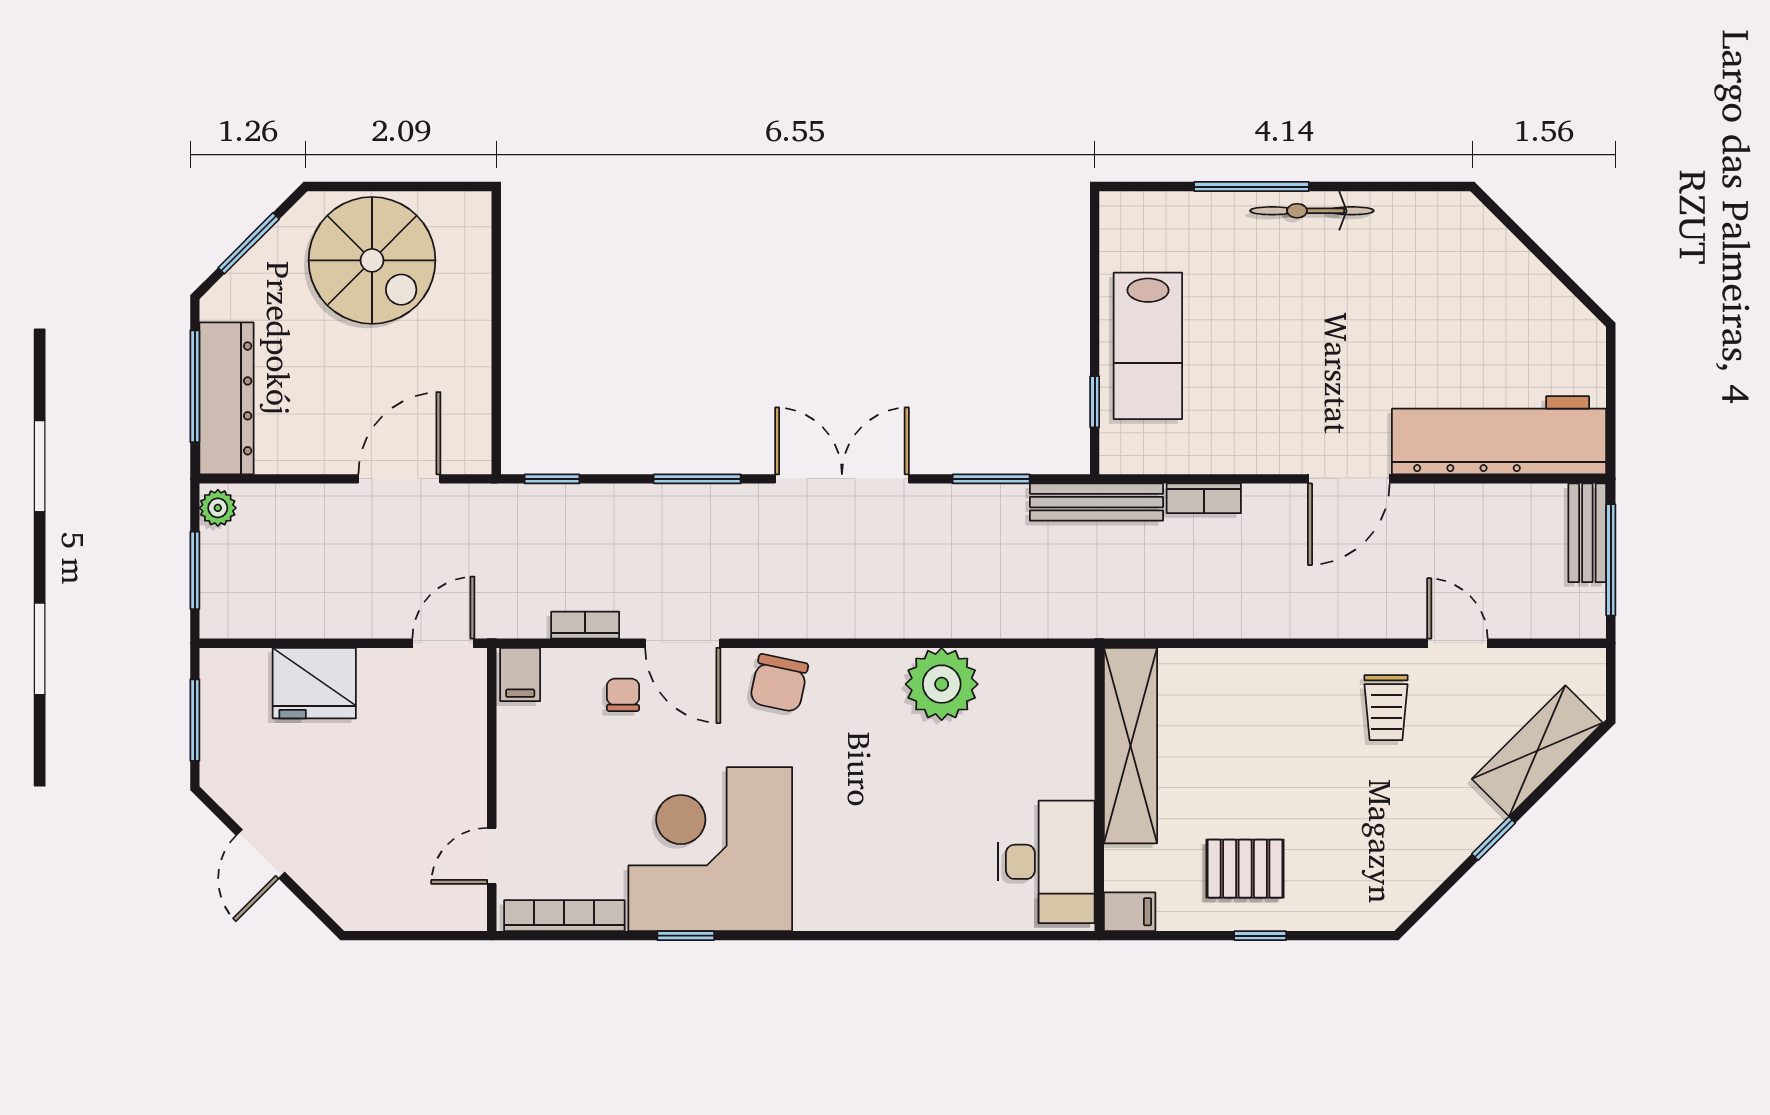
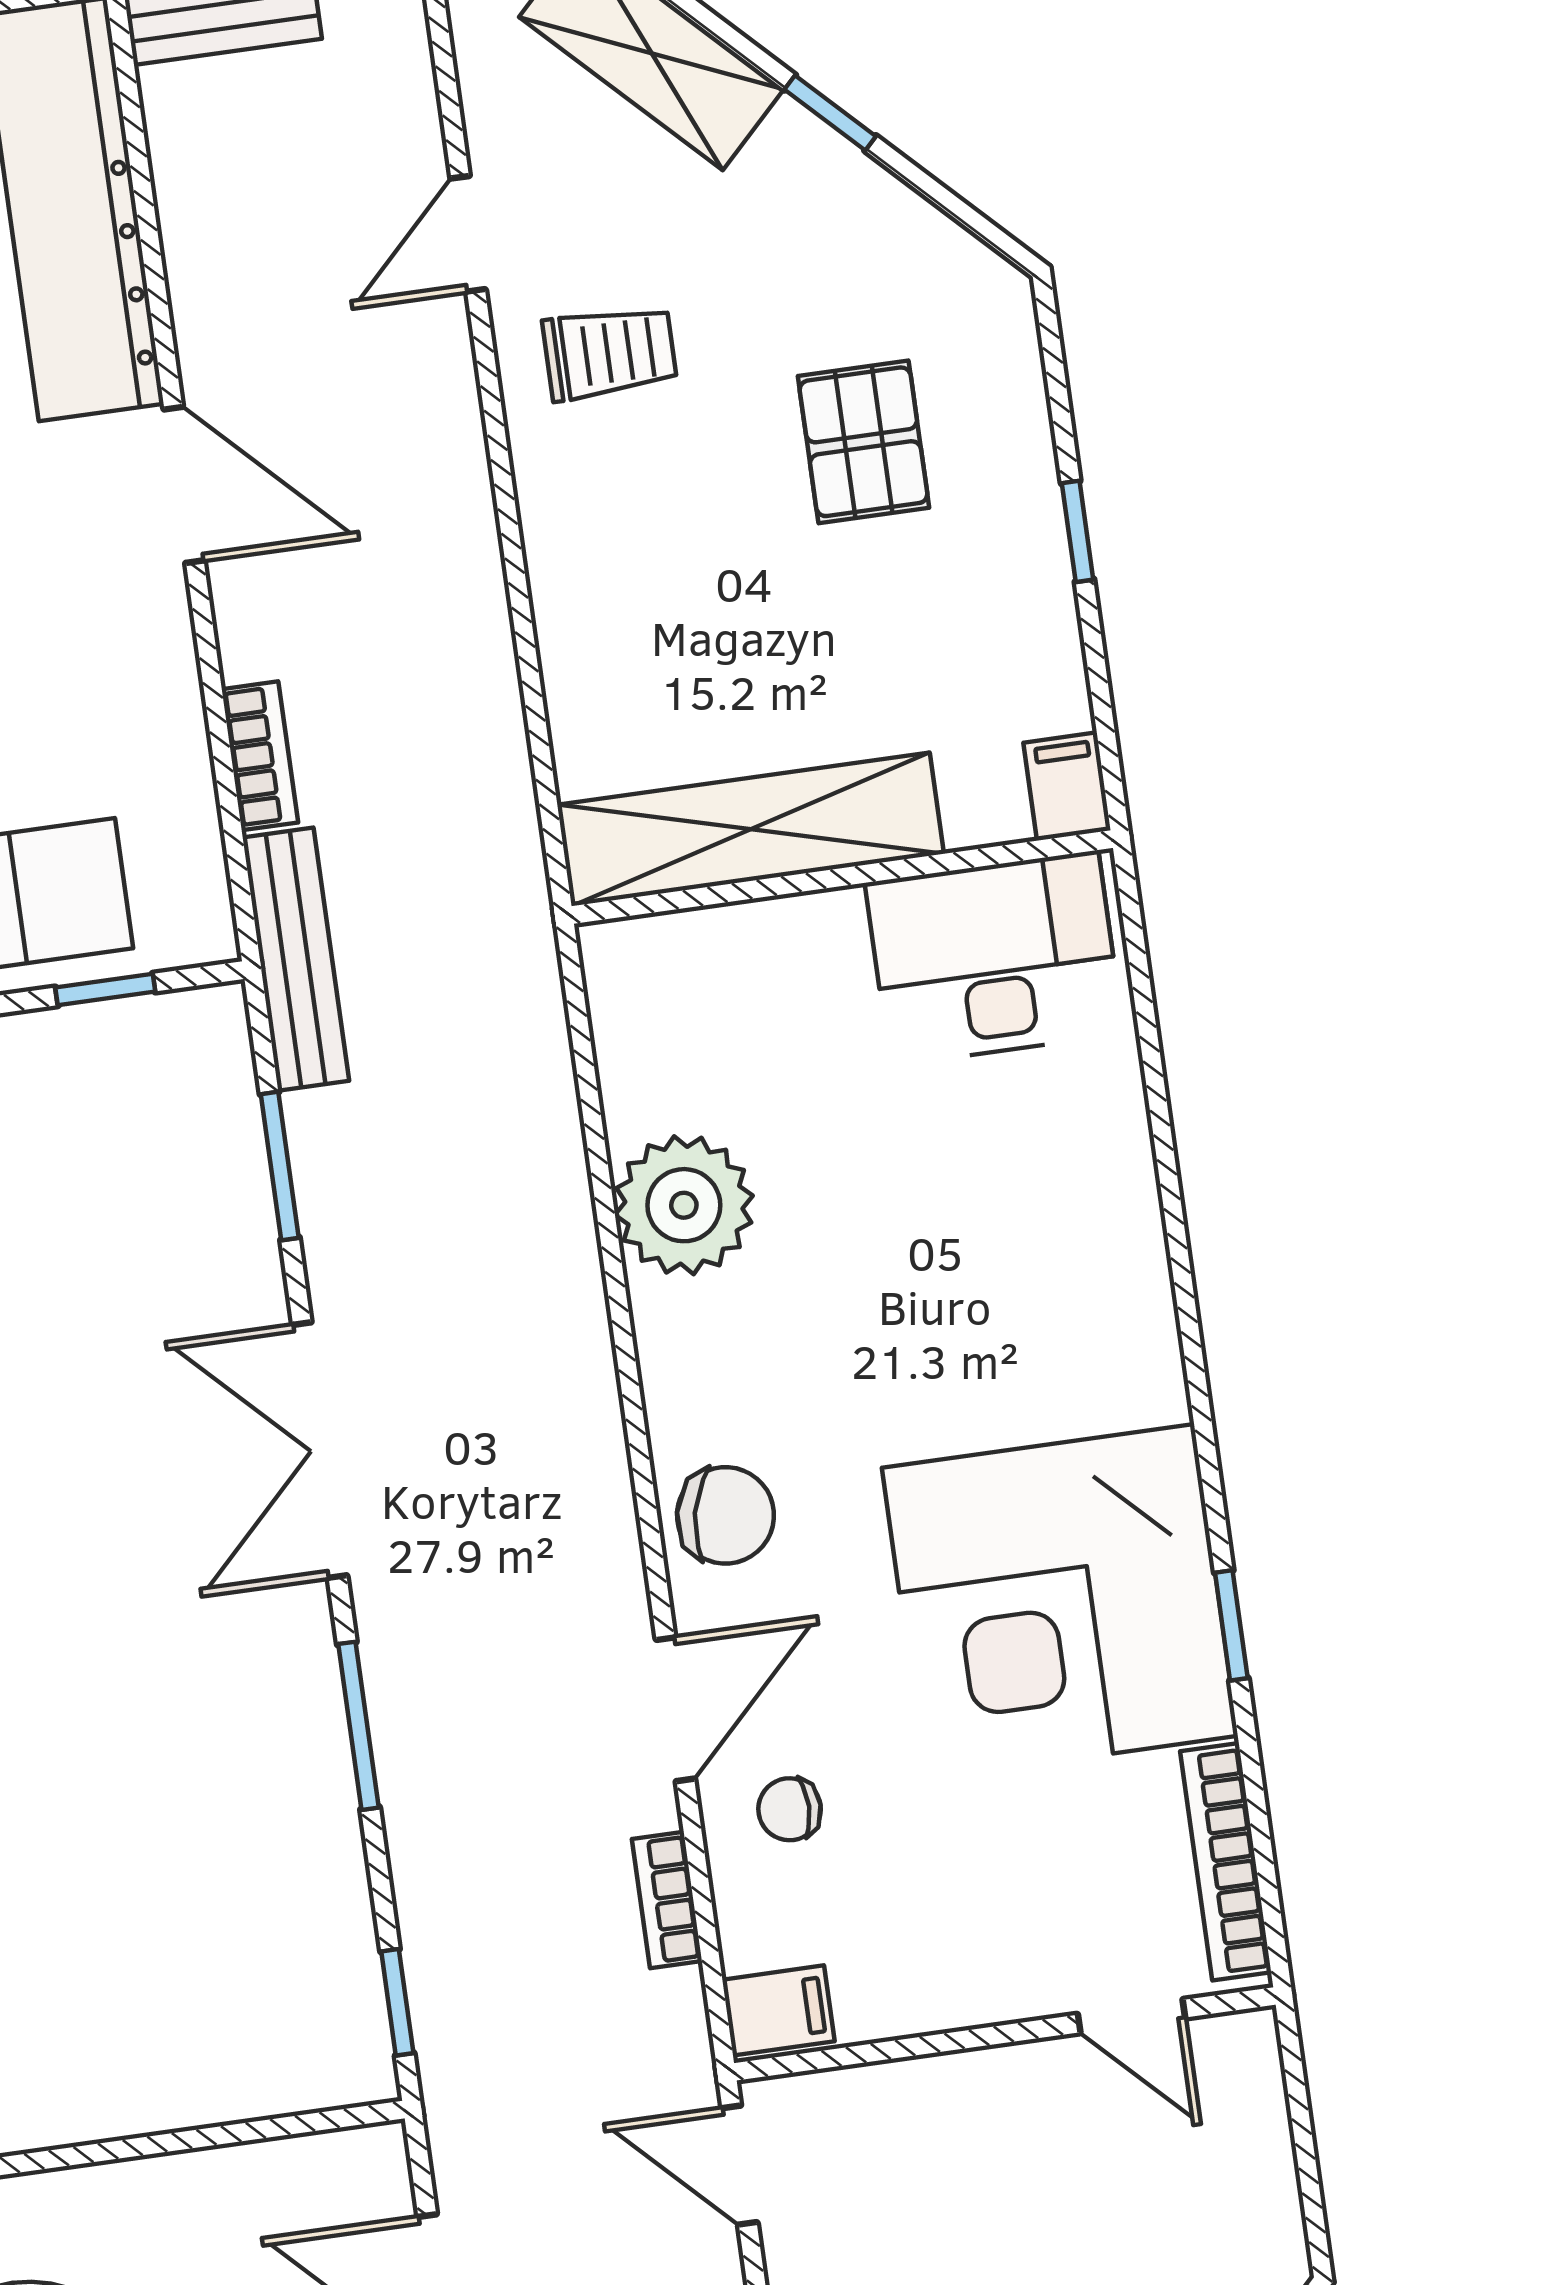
pallet: (1245, 869) -> (863, 442), moved

